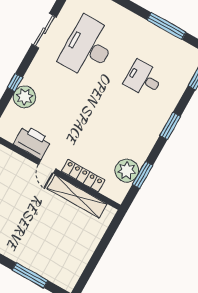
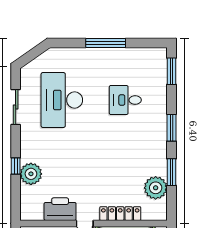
window: (166, 26) -> (106, 43), moved
window: (143, 175) -> (171, 172), moved

